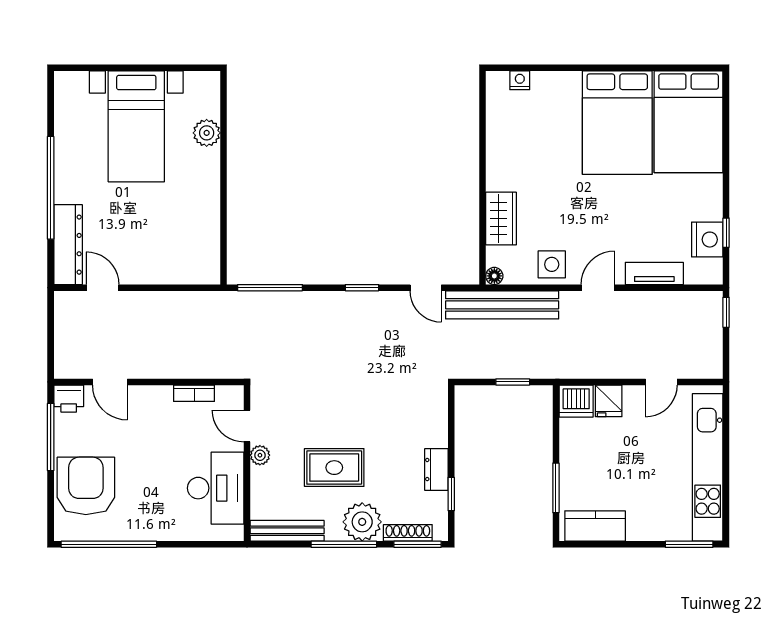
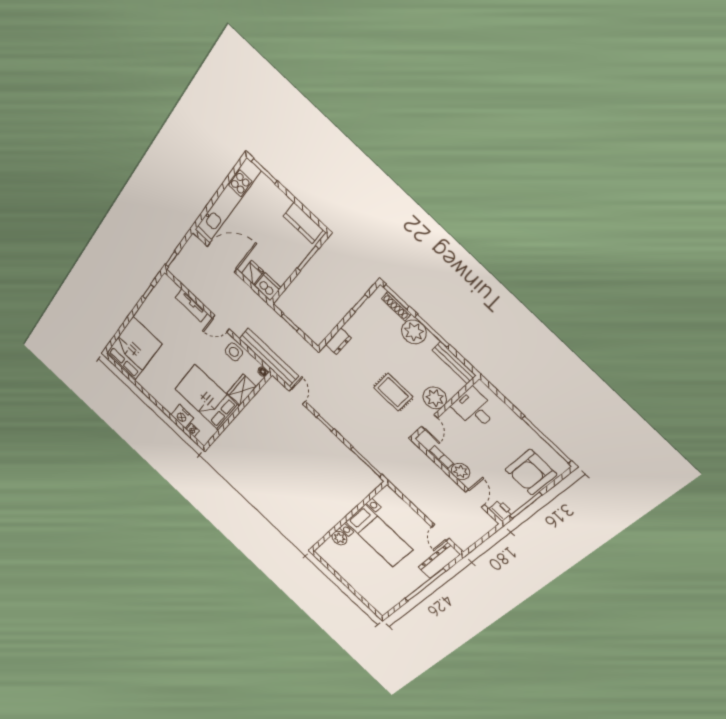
bed: (617, 123) -> (207, 398), moved, turned -90
bed with nightstands: (136, 126) -> (379, 536), moved, turned 90
nightstand: (707, 240) -> (182, 416), moved, turned -90
door: (661, 382) -> (222, 258), width x1.88
plant: (157, 400) -> (461, 472), added
plant: (260, 455) -> (435, 398), width x1.88, depth x1.88
rug: (334, 468) -> (393, 392), moved
dresser: (436, 470) -> (338, 341), moved
desk: (216, 488) -> (474, 409), width x0.73

